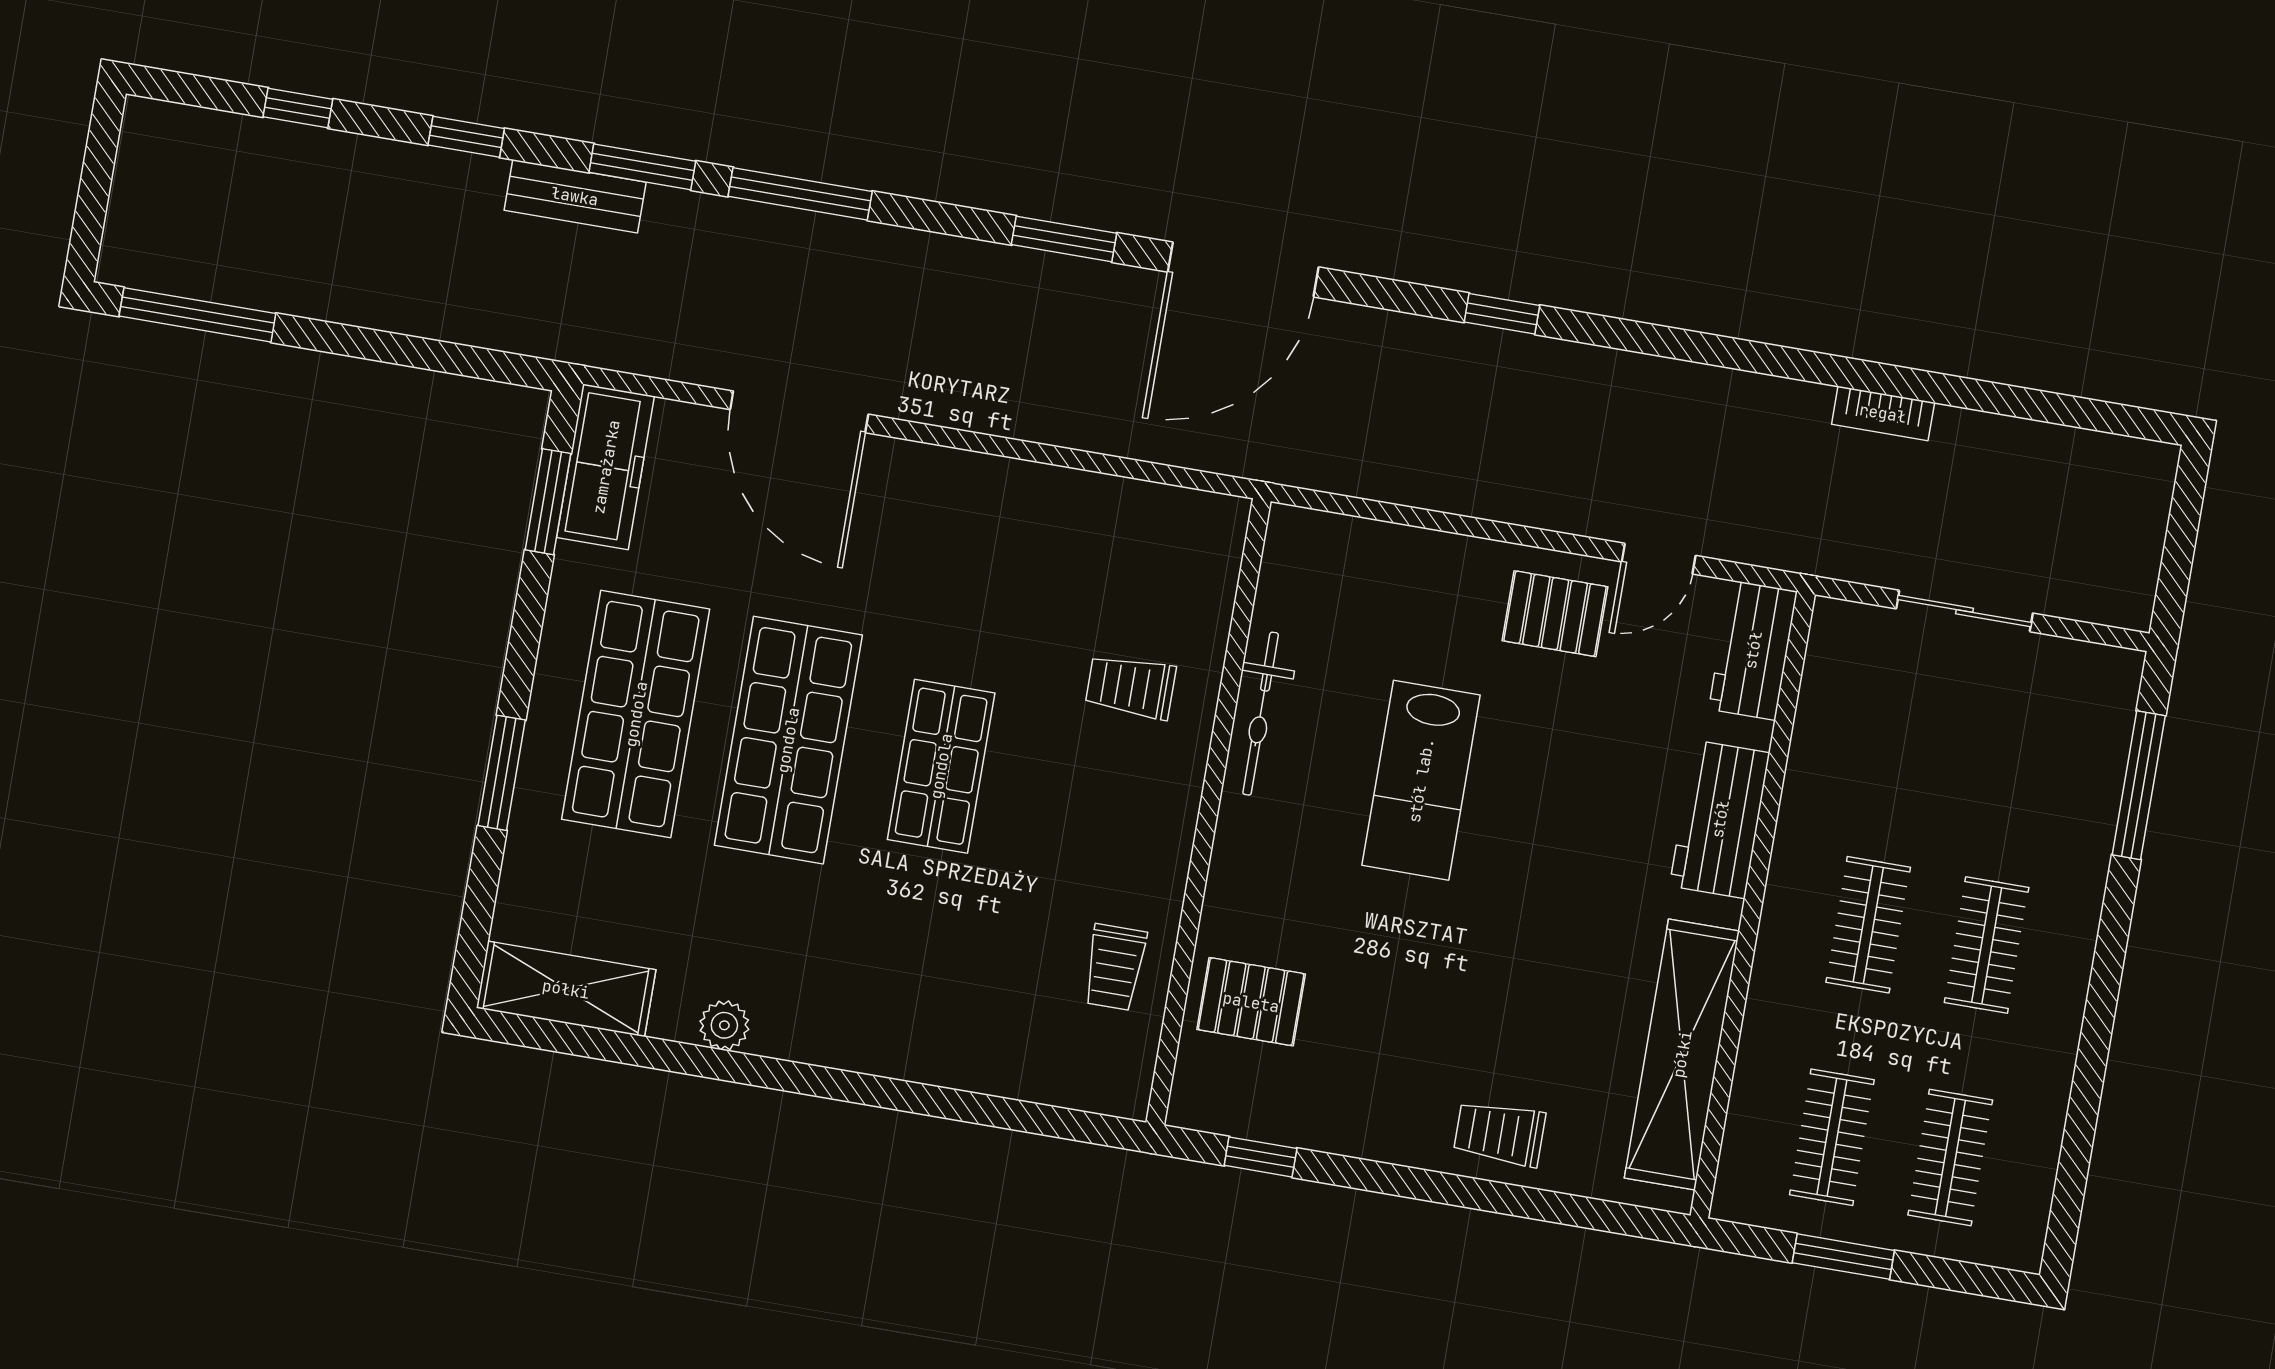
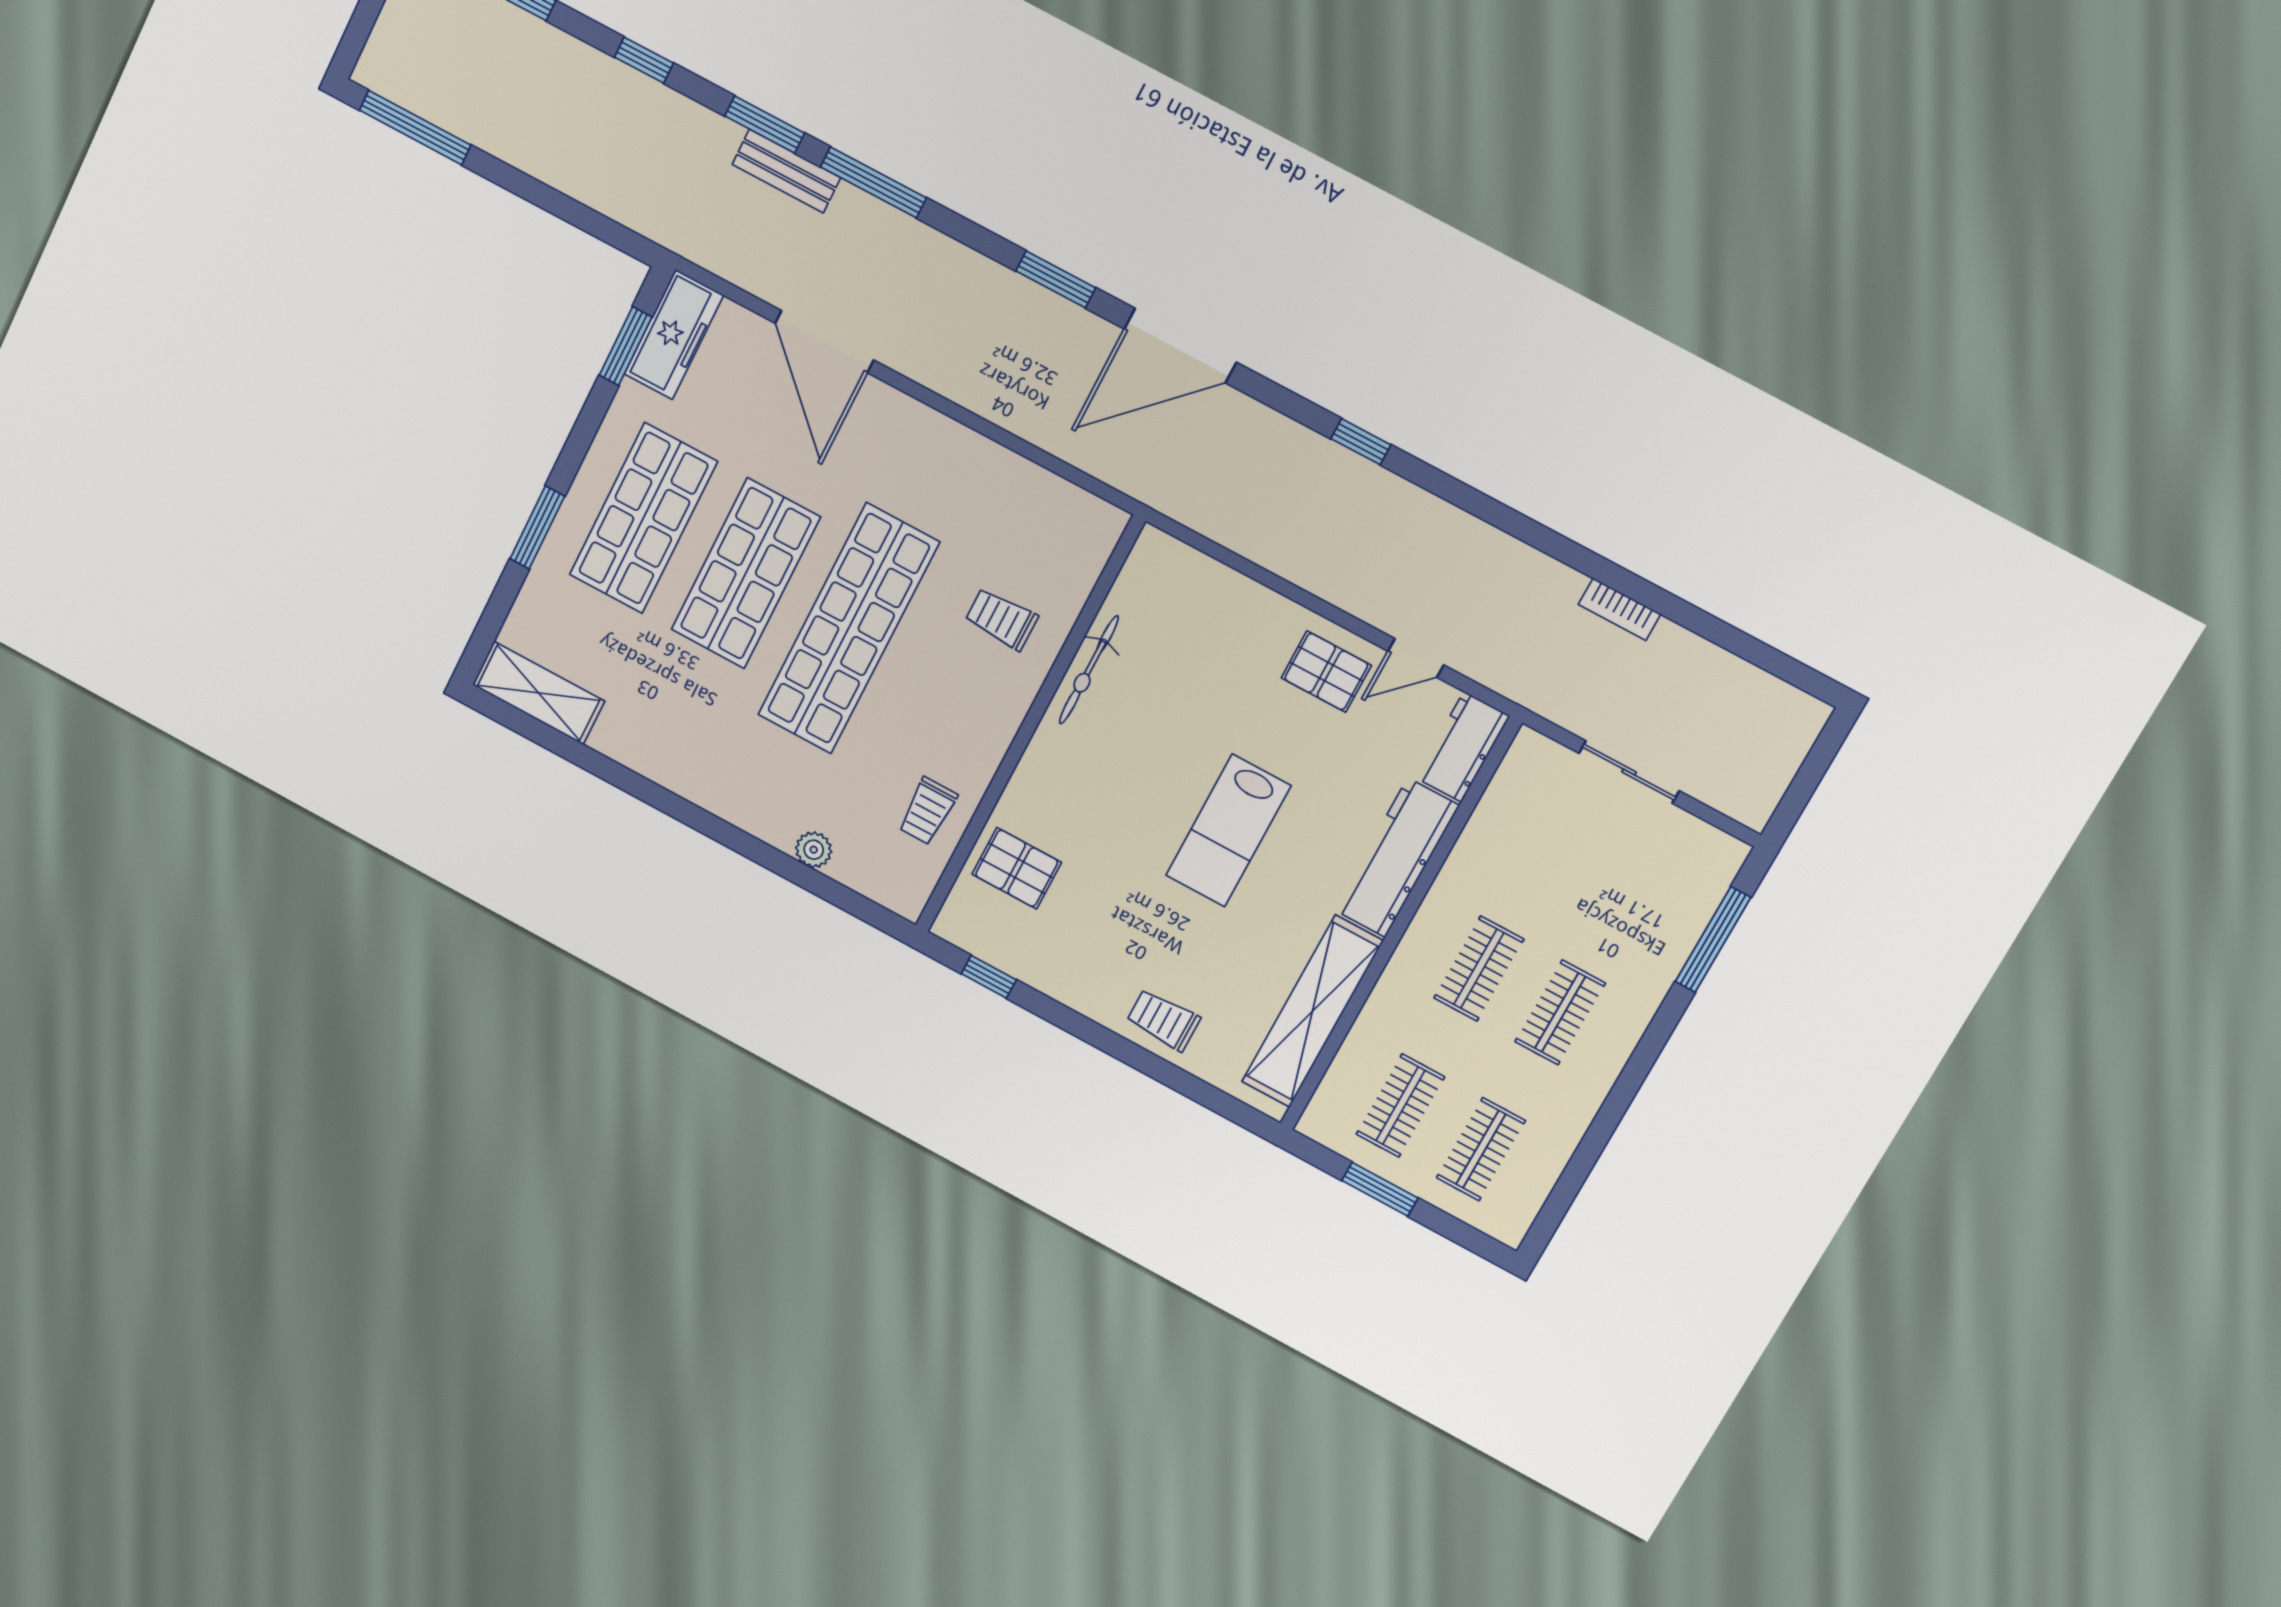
bench: (575, 196) -> (786, 171), moved
shop shelf: (941, 766) -> (848, 629), width x2.00, depth x1.36
lab bench: (1421, 780) -> (1228, 831), moved
workbench: (1720, 819) -> (1396, 858), width x1.37
plant: (724, 1025) -> (814, 850), moved

